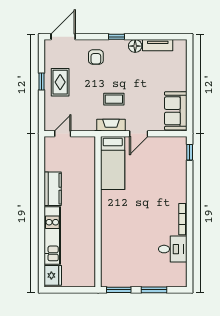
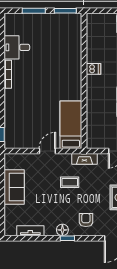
floor lamp: (135, 46) -> (62, 230), moved
sofa: (176, 111) -> (14, 187), moved
fireplace: (111, 125) -> (84, 159), moved
dishwasher: (87, 225) -> (93, 69), added

